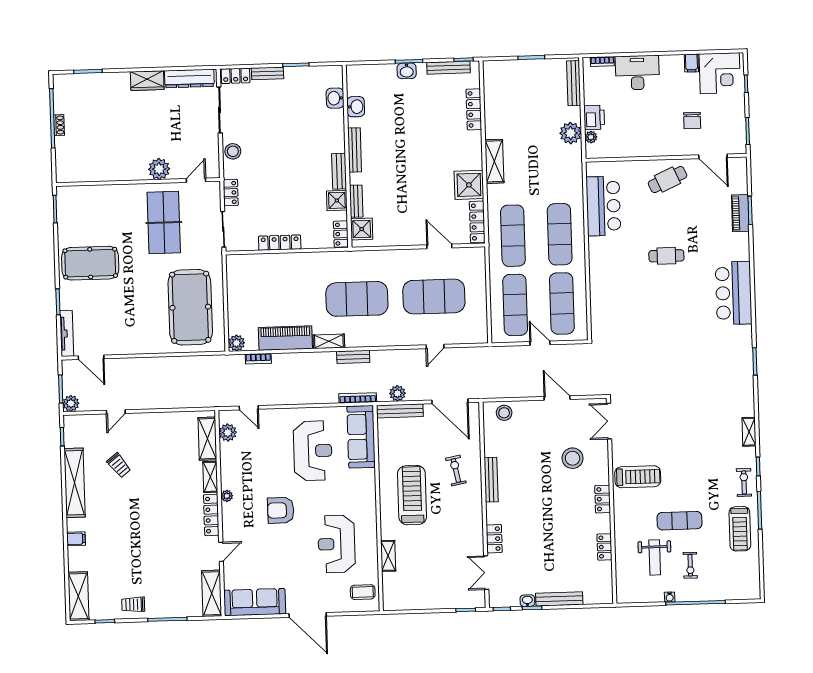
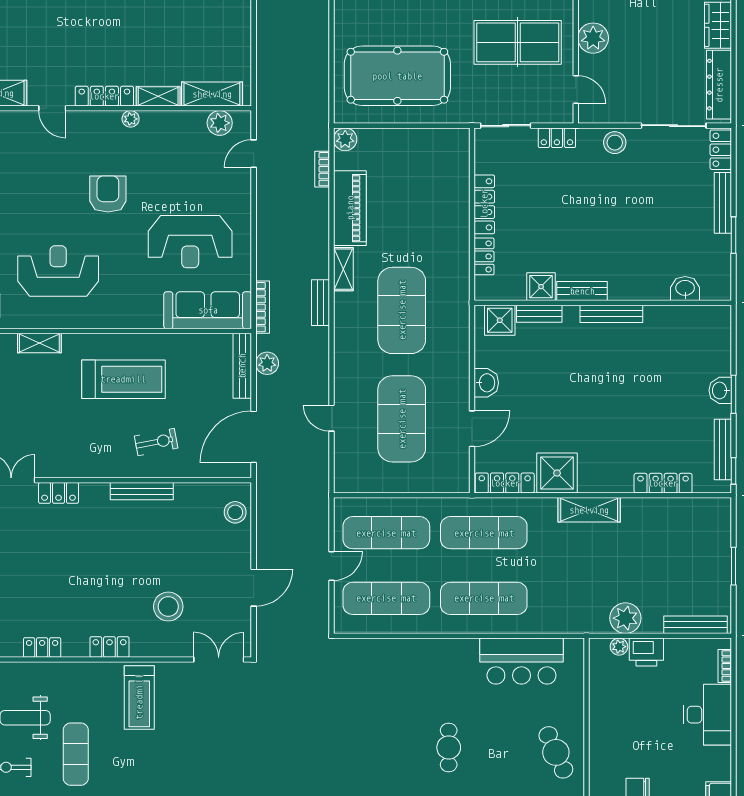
bench: (267, 73) -> (723, 203), width x1.36
washbasin: (356, 107) -> (486, 383), moved, turned -90
locker: (341, 234) -> (484, 256), moved, turned 90

